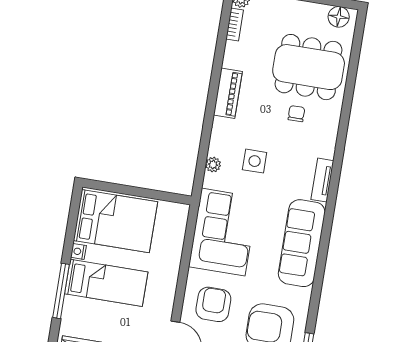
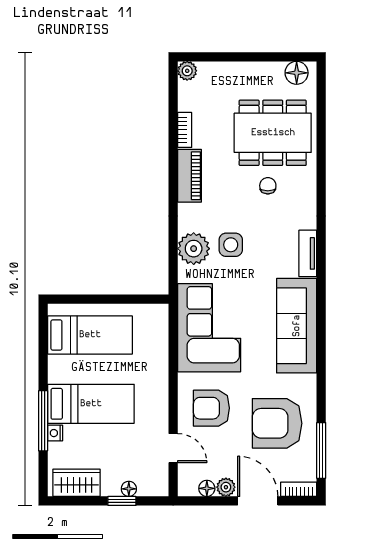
bookcase: (235, 24) -> (185, 130), moved
plant: (213, 165) -> (194, 249), width x1.88, depth x1.88
bed: (115, 221) -> (90, 335), width x0.67
nightstand: (78, 251) -> (55, 433), moved
armchair: (213, 304) -> (211, 408), turned -90

